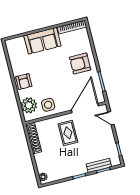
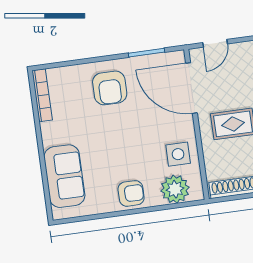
sofa: (42, 41) -> (64, 176), moved

